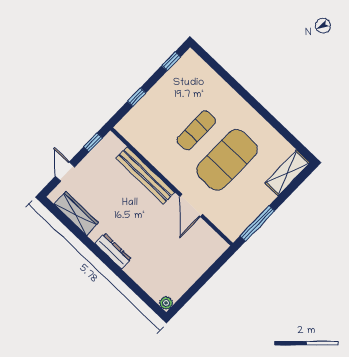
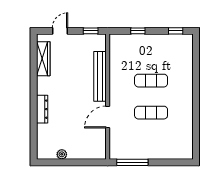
exercise mat: (227, 160) -> (151, 113), width x0.50, depth x0.69
shelving: (288, 173) -> (176, 152), removed
dresser: (113, 251) -> (42, 109), moved
plant: (166, 303) -> (62, 154), moved

